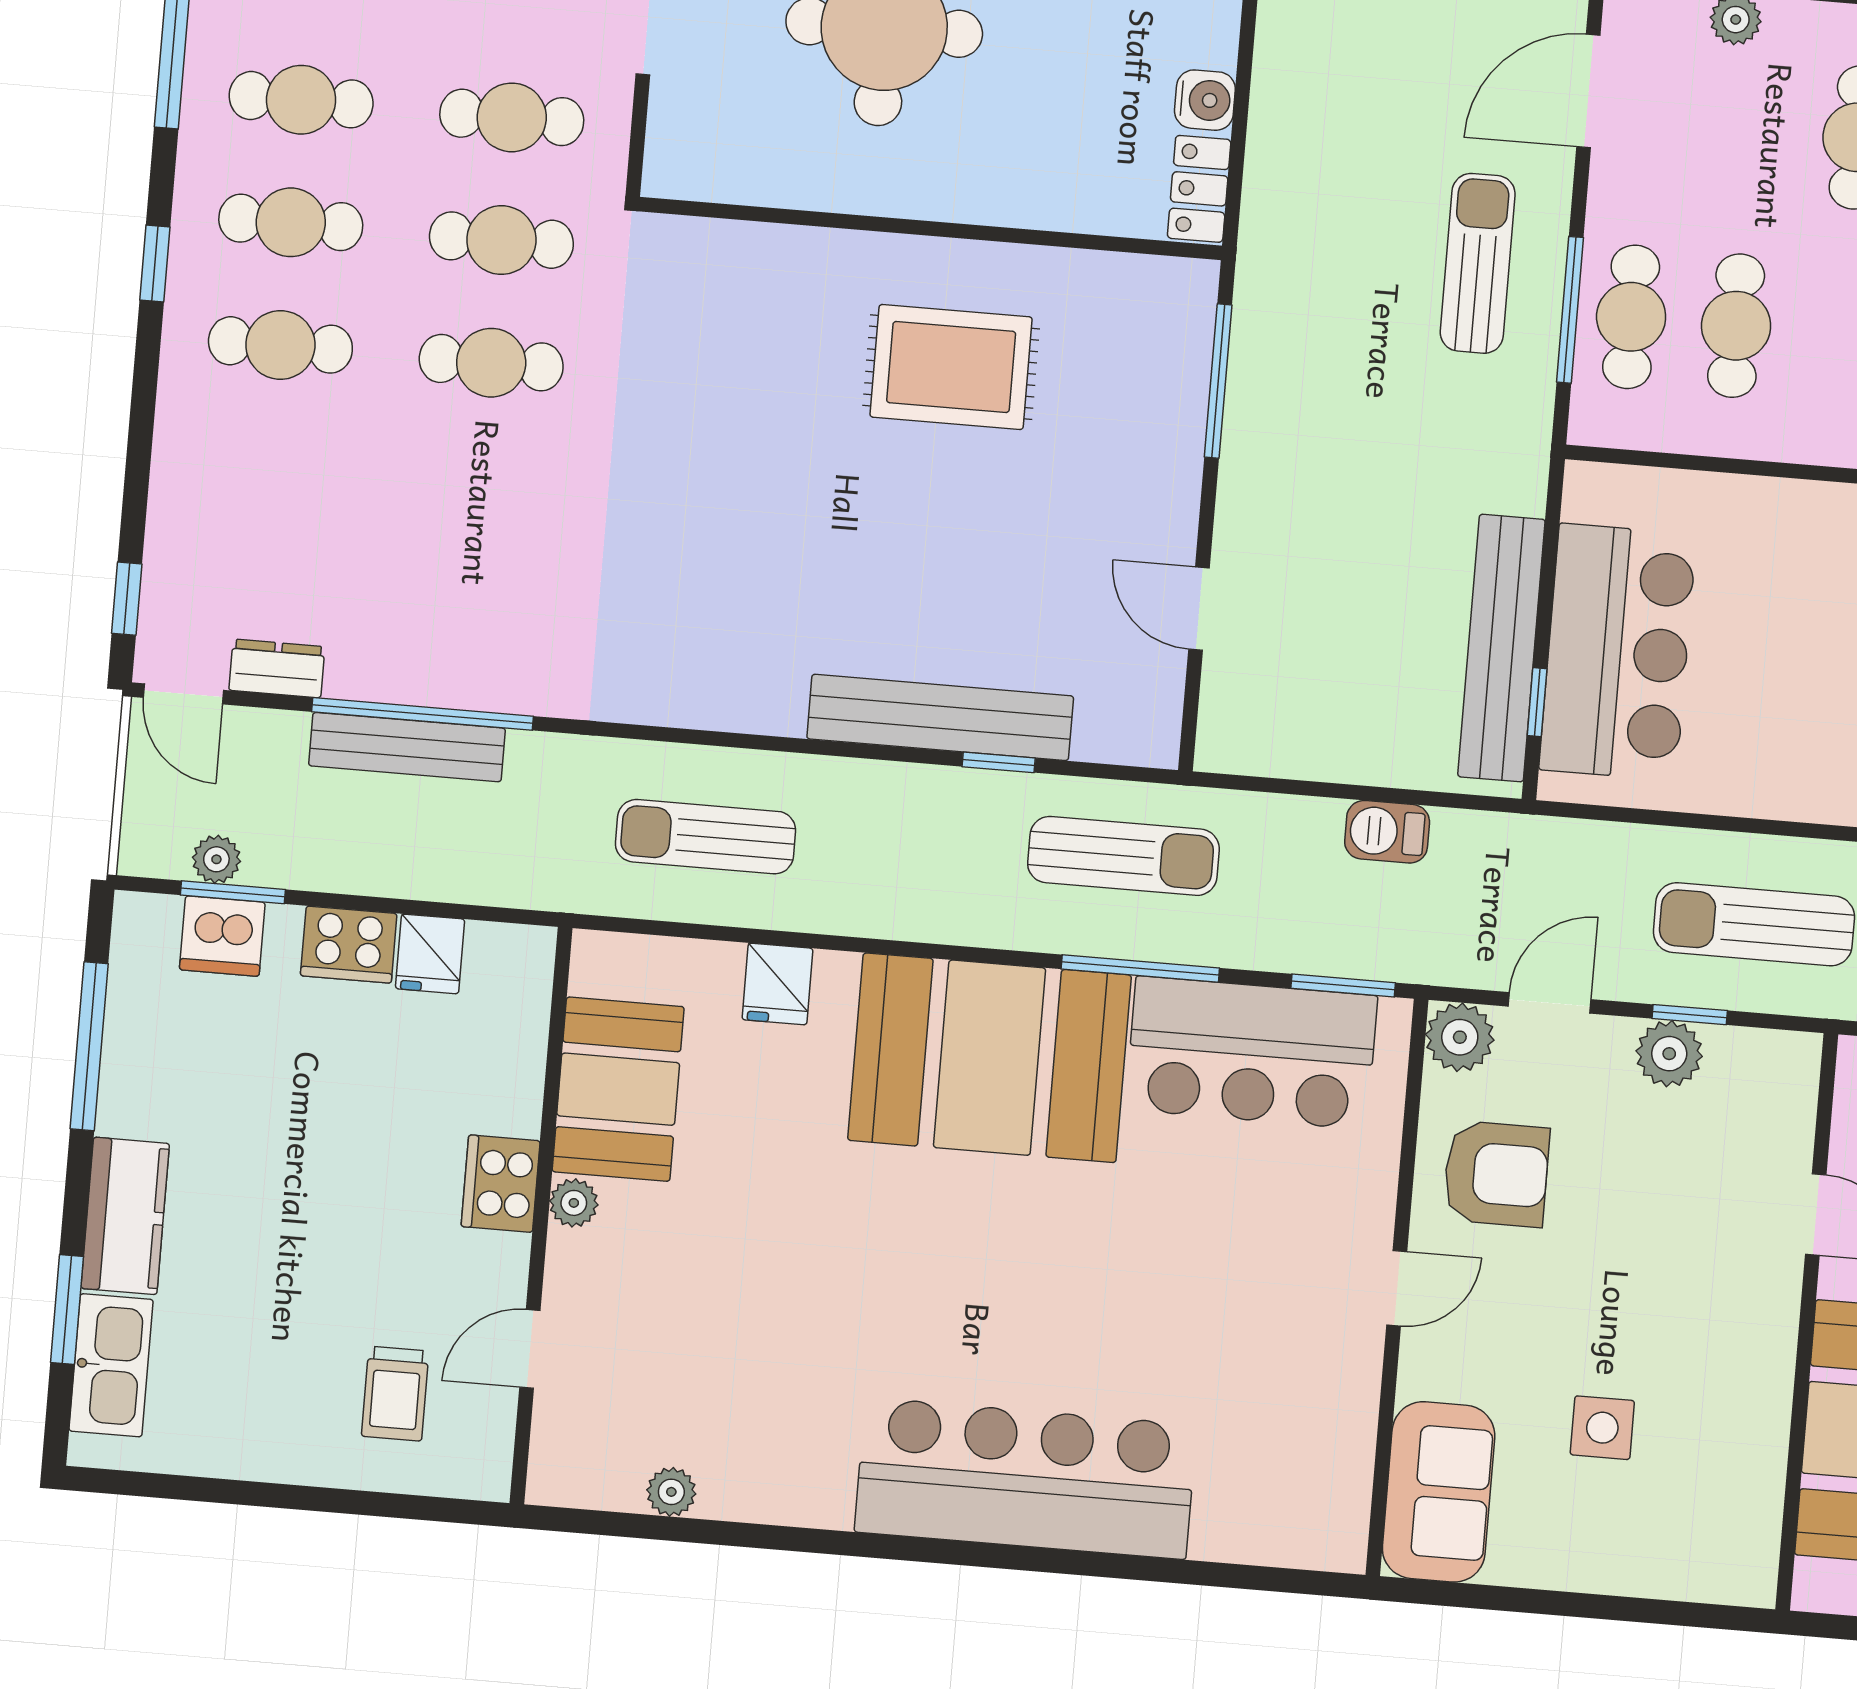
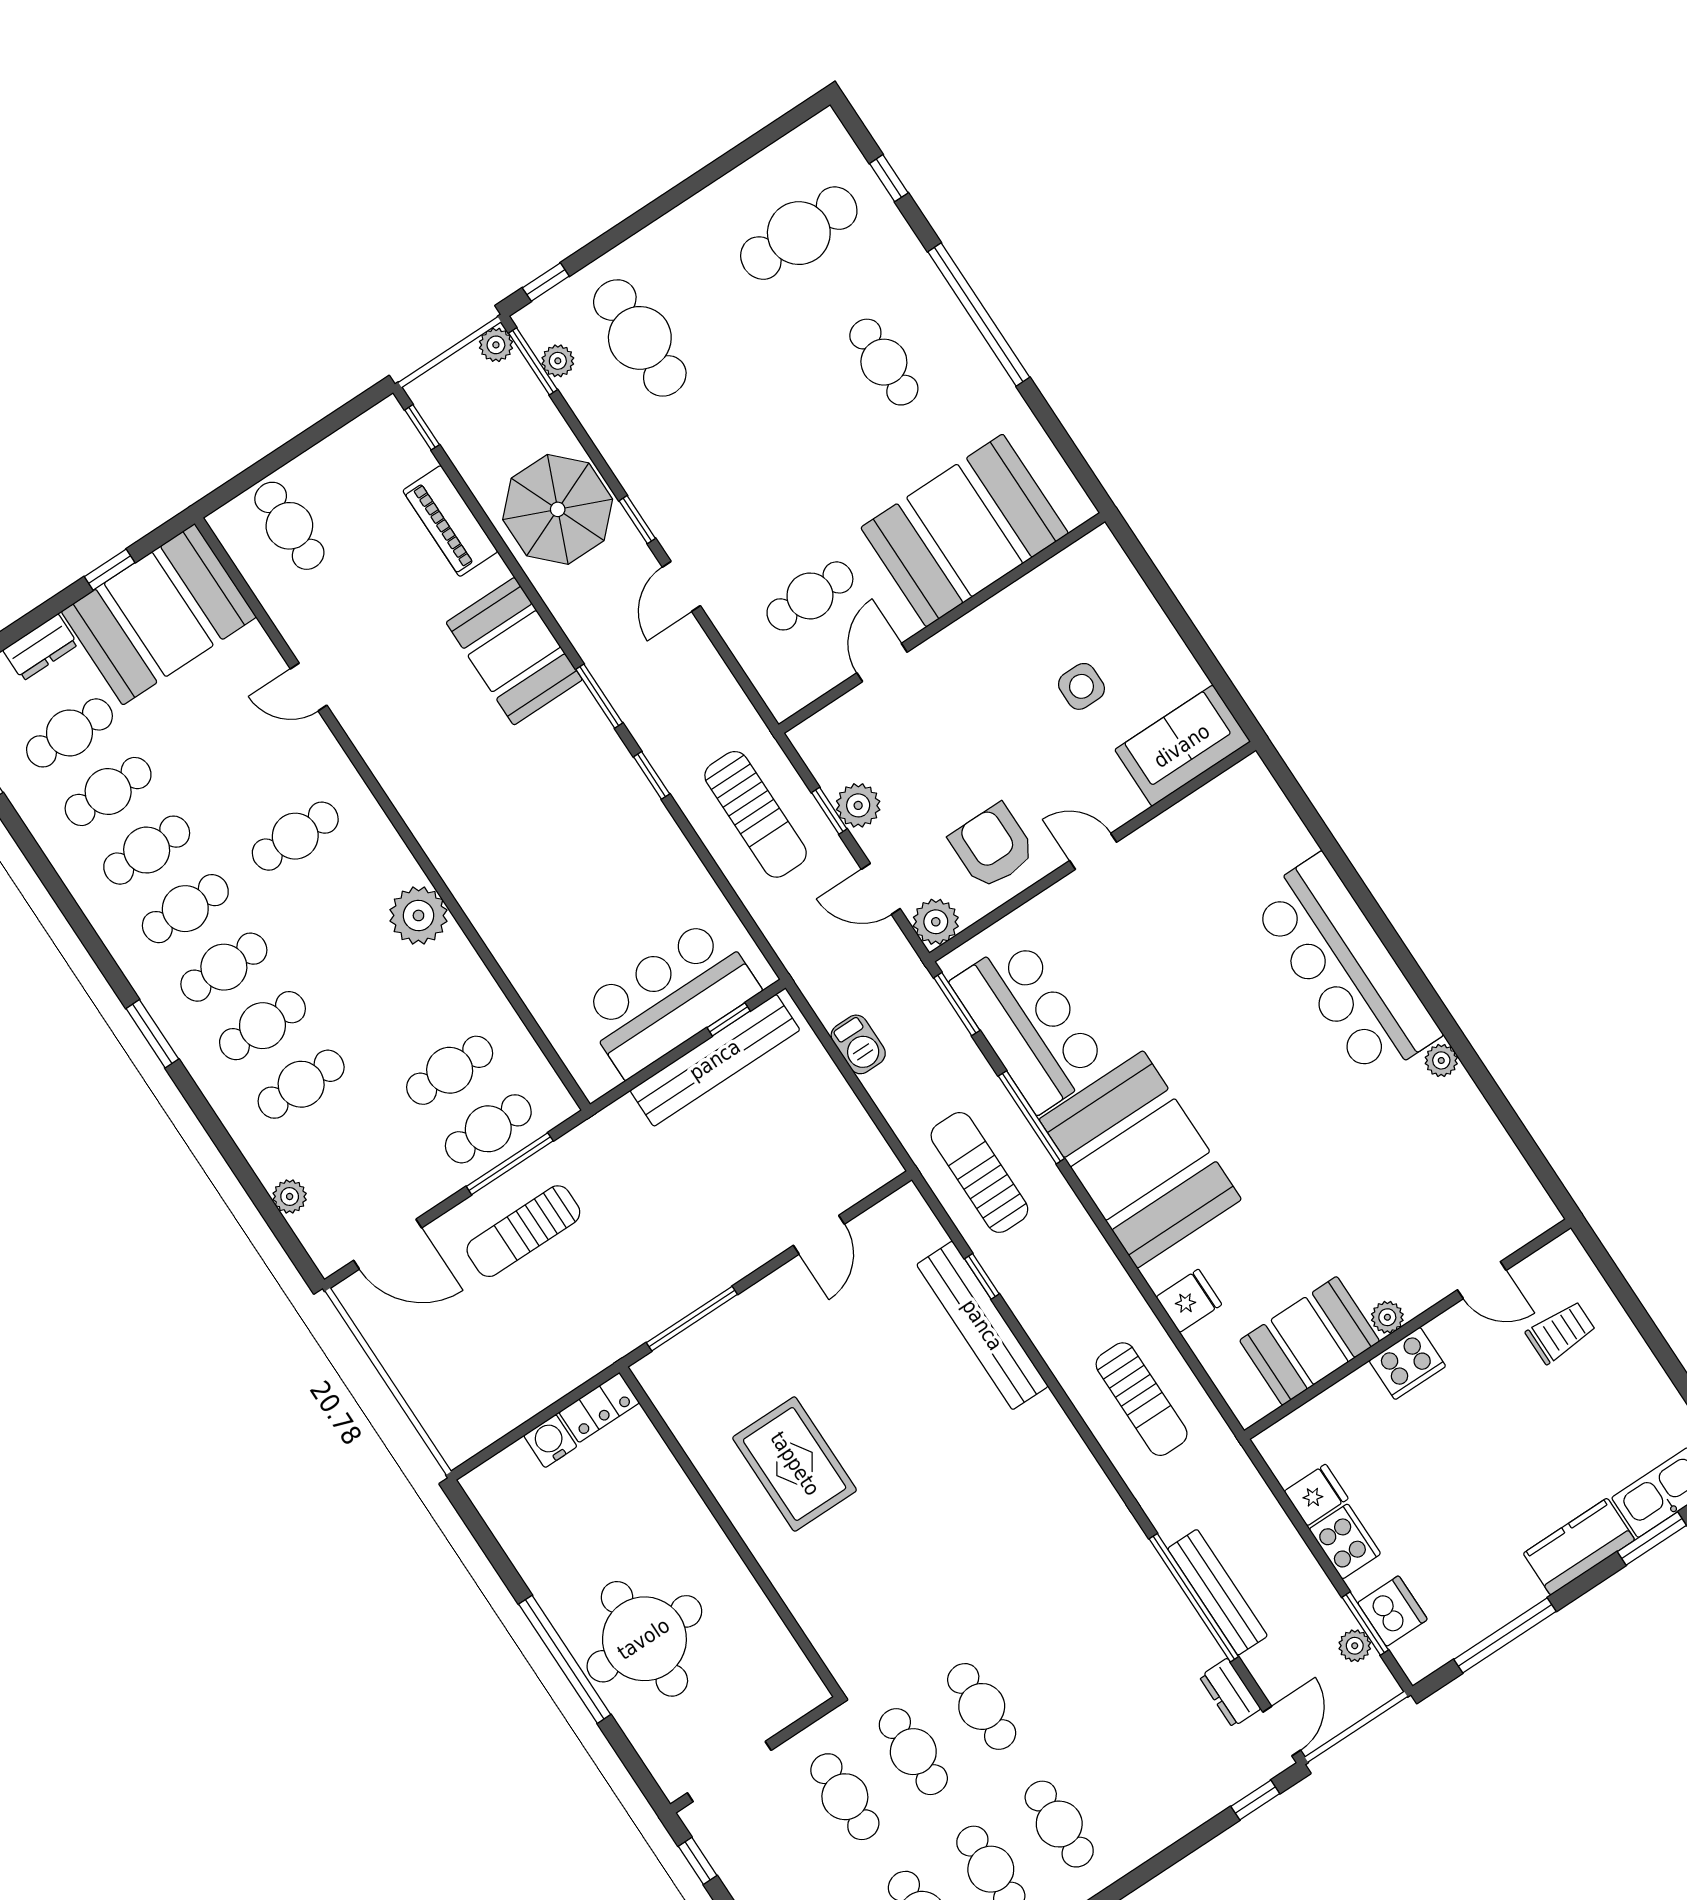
plant: (671, 1492) -> (1441, 1060), moved

